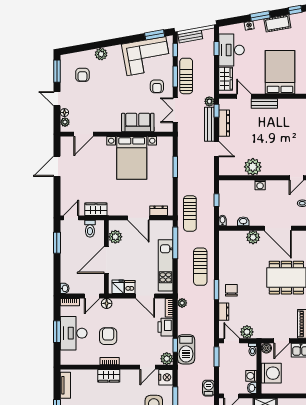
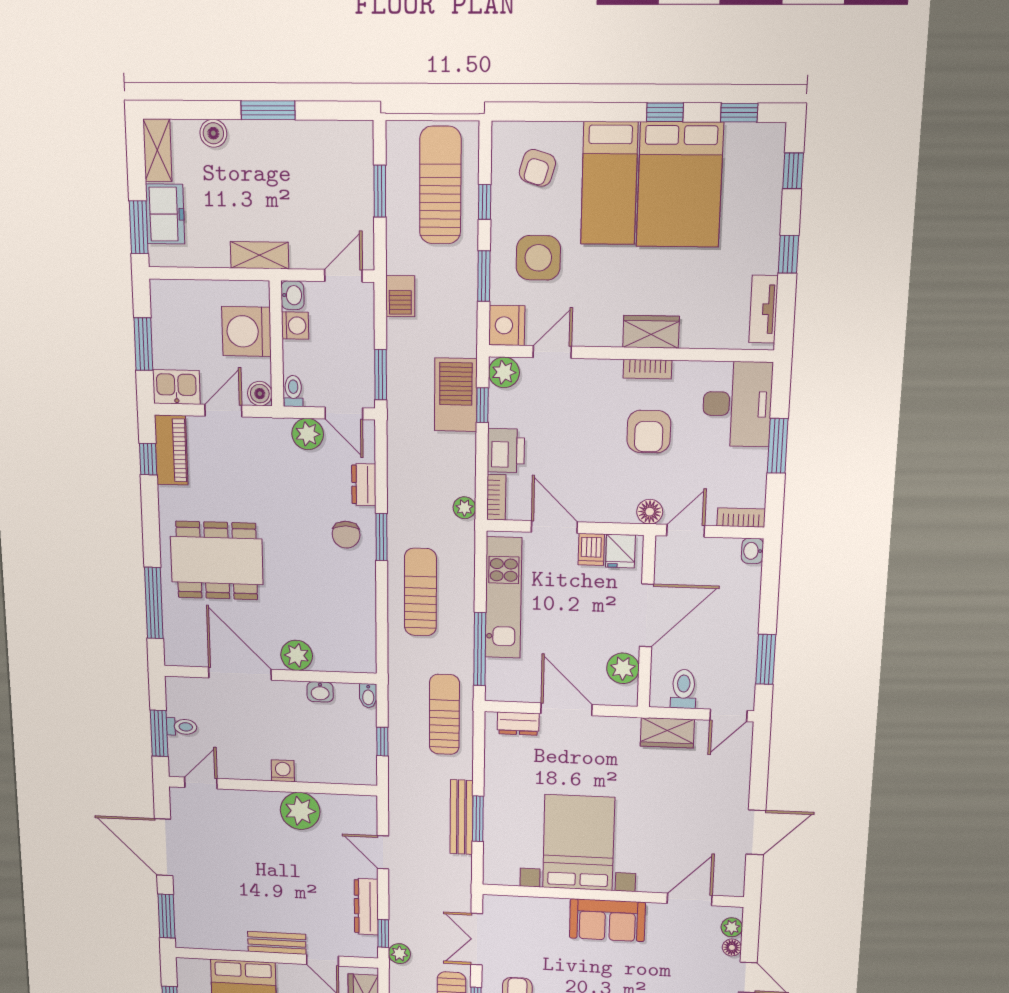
double door: (175, 110) -> (477, 939), swing flipped
sofa: (138, 122) -> (607, 920), moved
bench: (209, 124) -> (462, 817), moved
desk: (74, 333) -> (737, 404), moved

